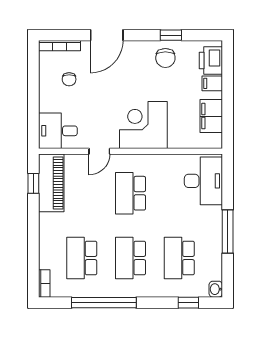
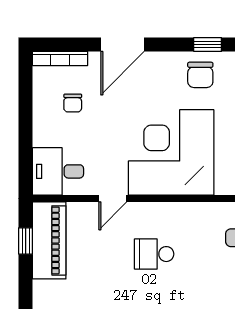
corner desk: (143, 125) -> (171, 152), width x1.36, depth x1.36
school desk: (130, 193) -> (154, 254), width x0.54

